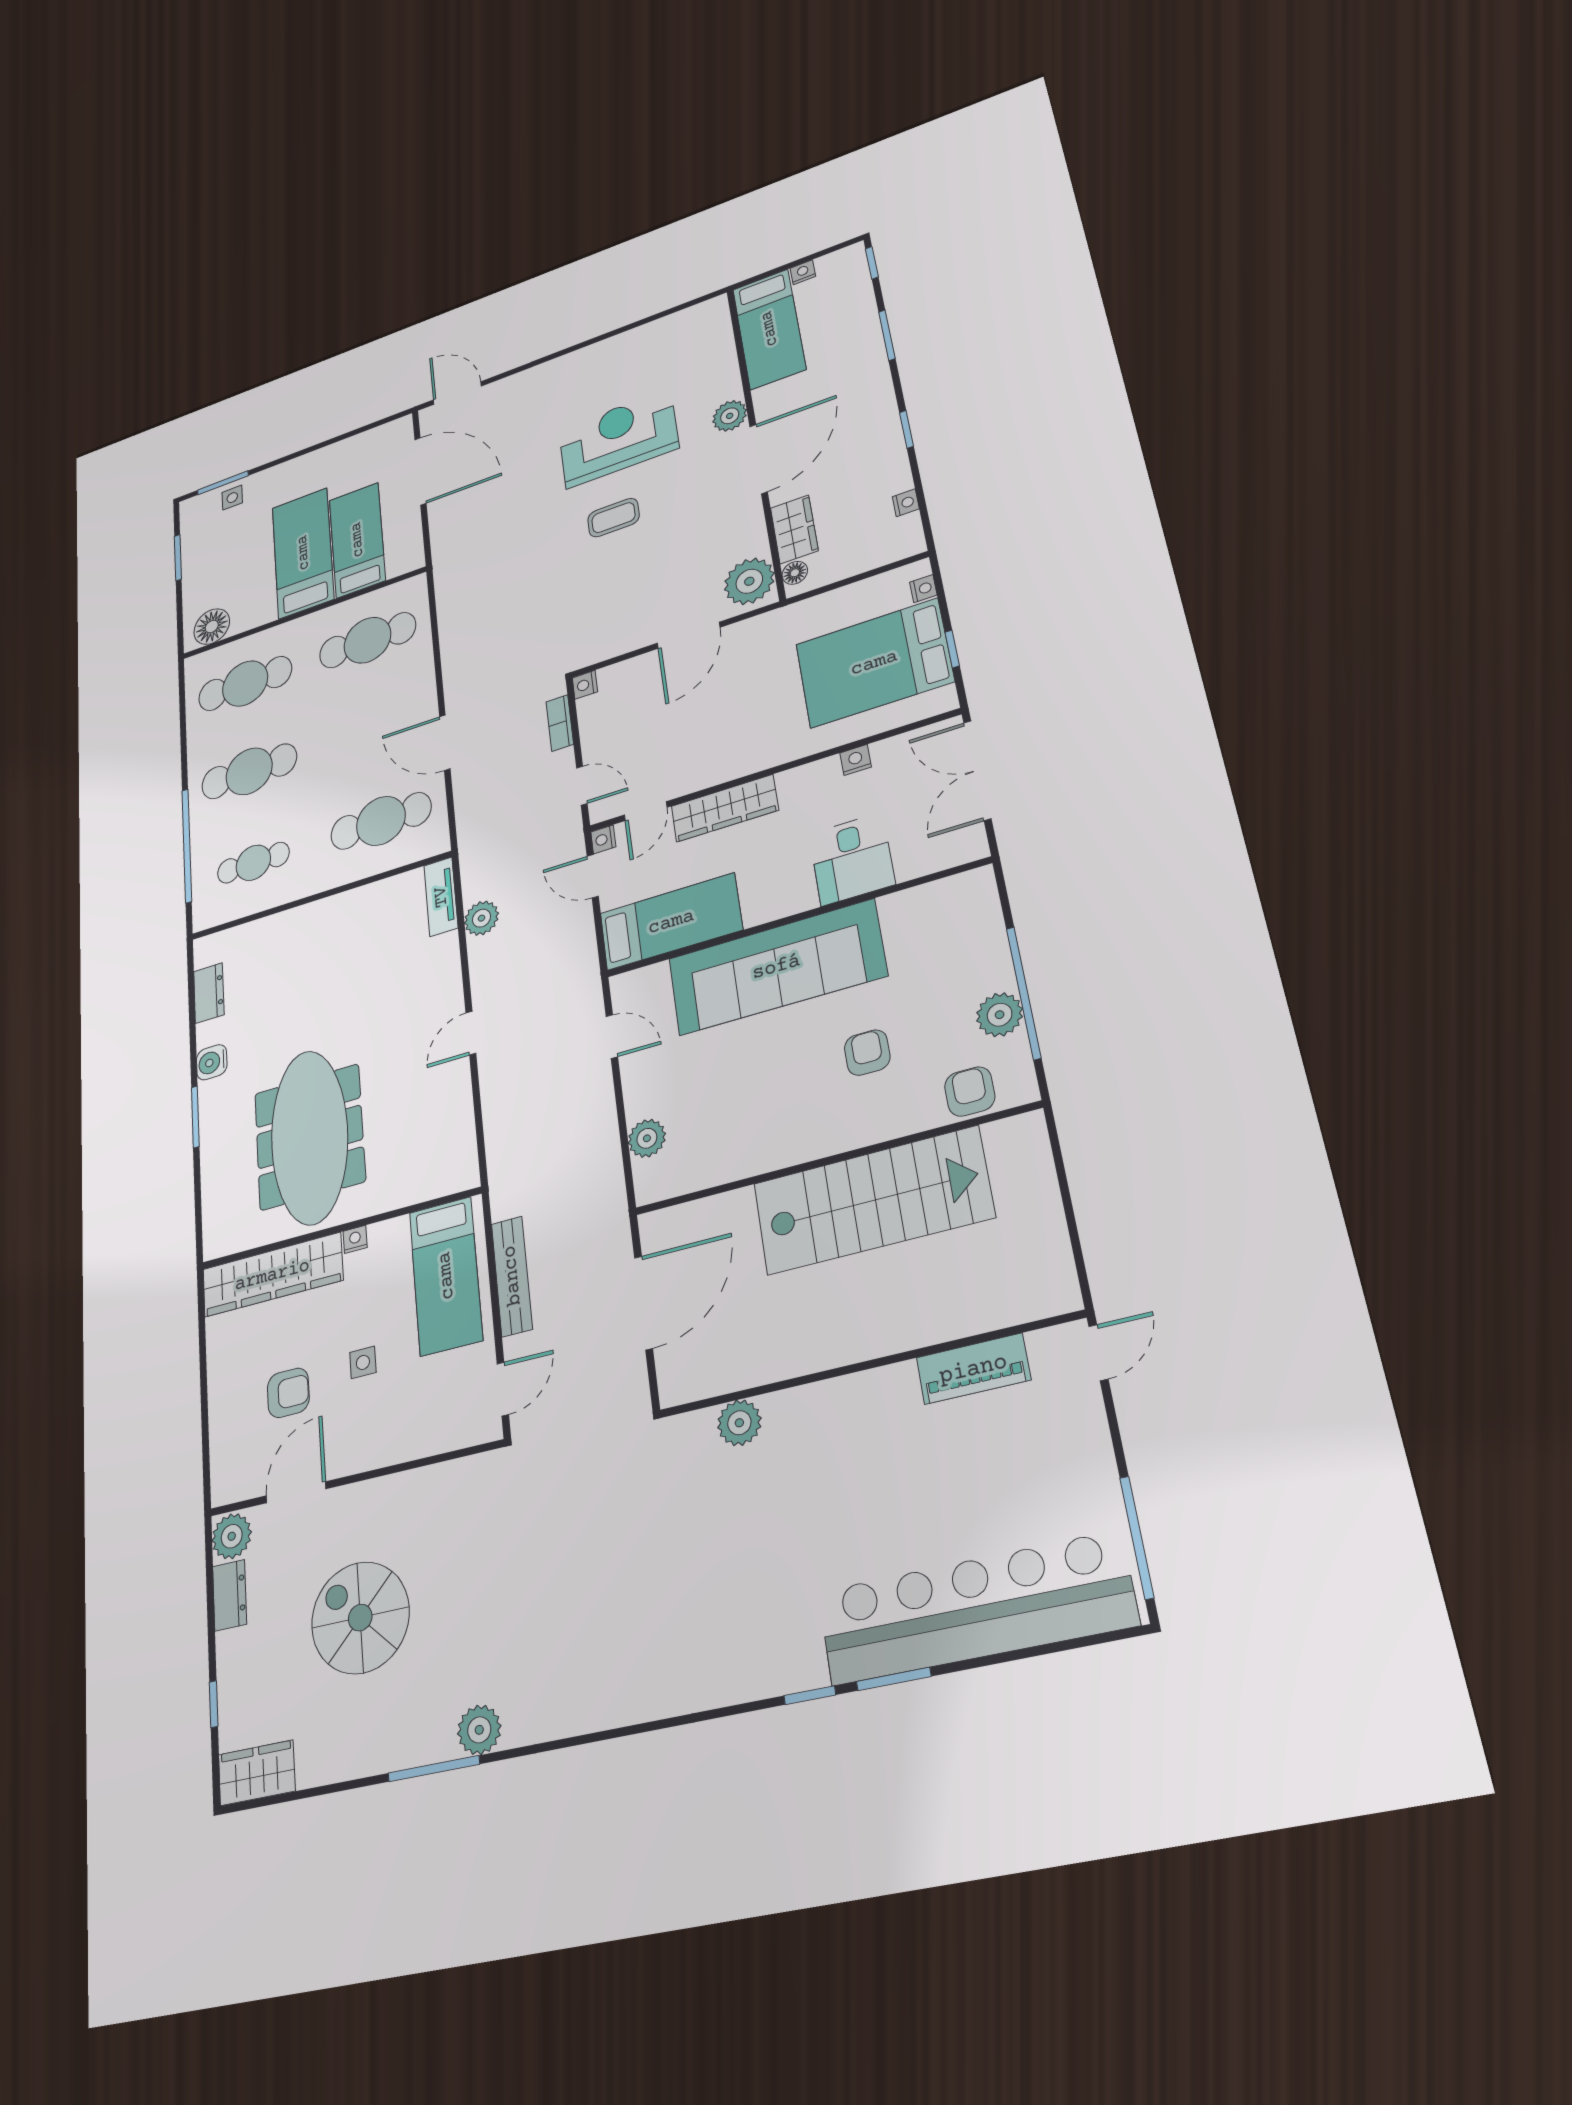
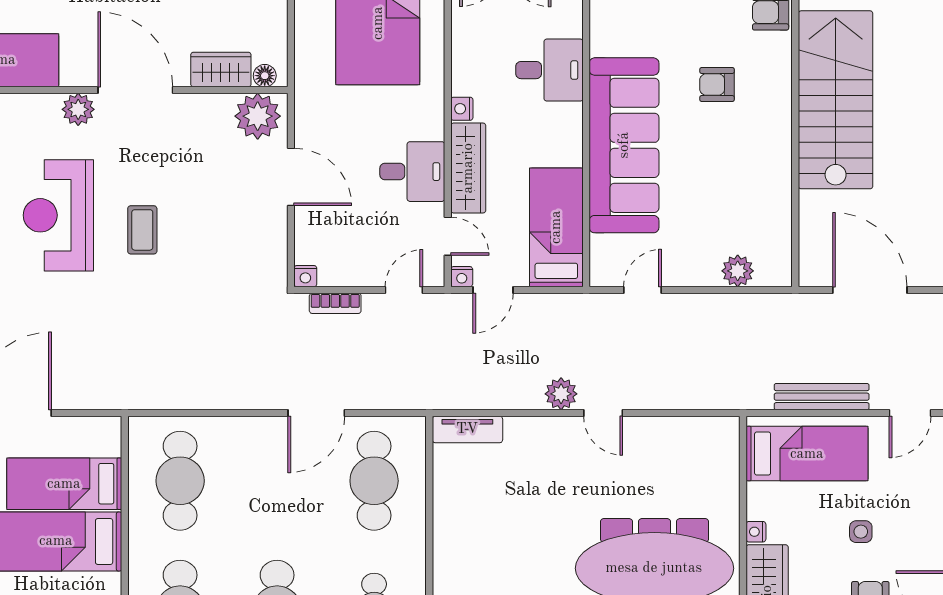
desk: (712, 752) -> (412, 172), added
nightstand: (856, 760) -> (462, 109), moved
plant: (481, 918) -> (561, 394), moved
door: (503, 1389) -> (910, 413), swing flipped

